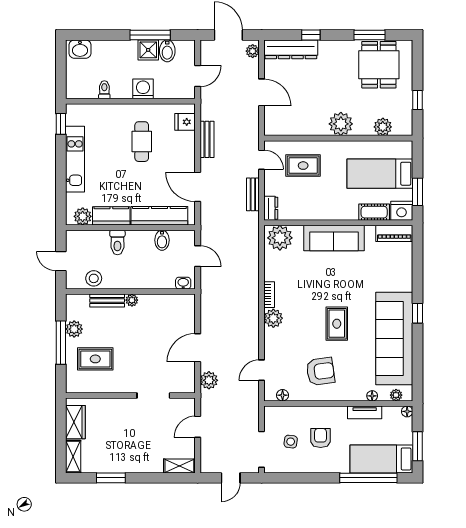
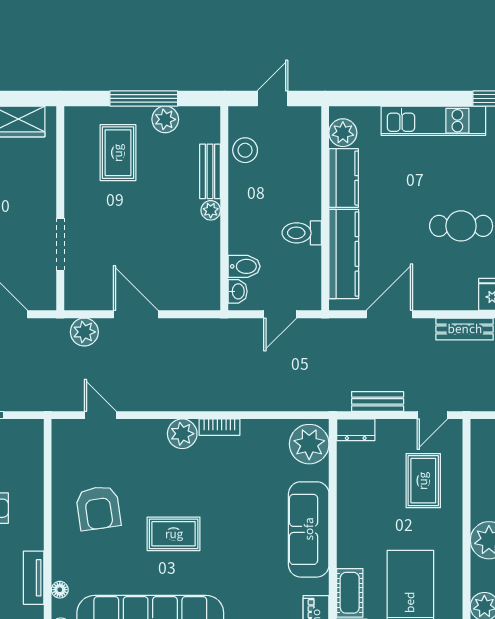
bidet: (162, 240) -> (244, 266), moved, turned 180
toilet: (117, 243) -> (302, 233), moved
floor lamp: (283, 395) -> (61, 448), removed

